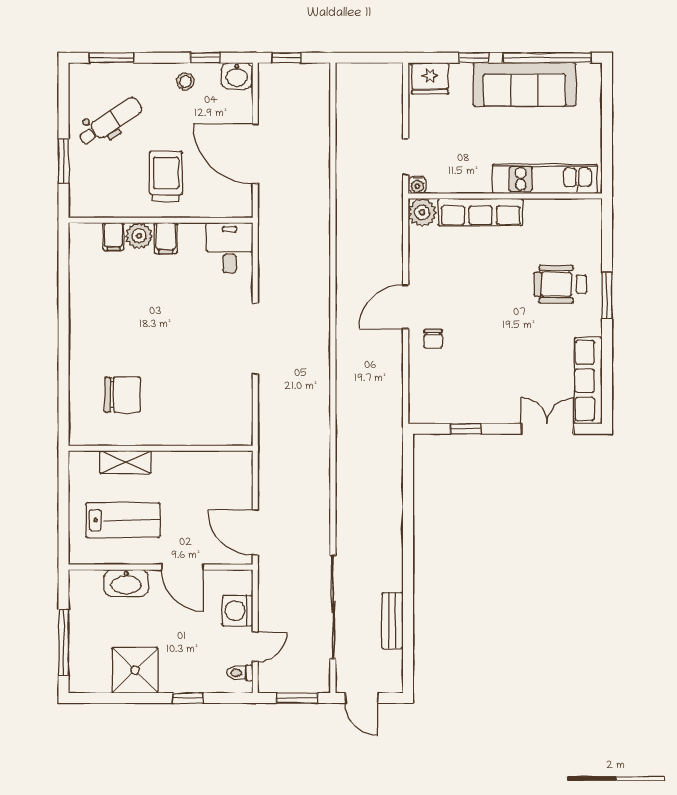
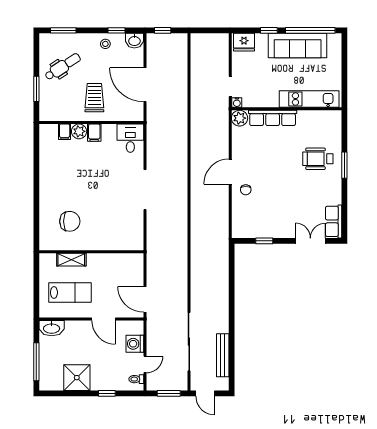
row of seats: (588, 381) -> (334, 221), width x0.68
washbasin: (126, 583) -> (52, 328), moved
bench: (392, 621) -> (223, 355), width x1.36

